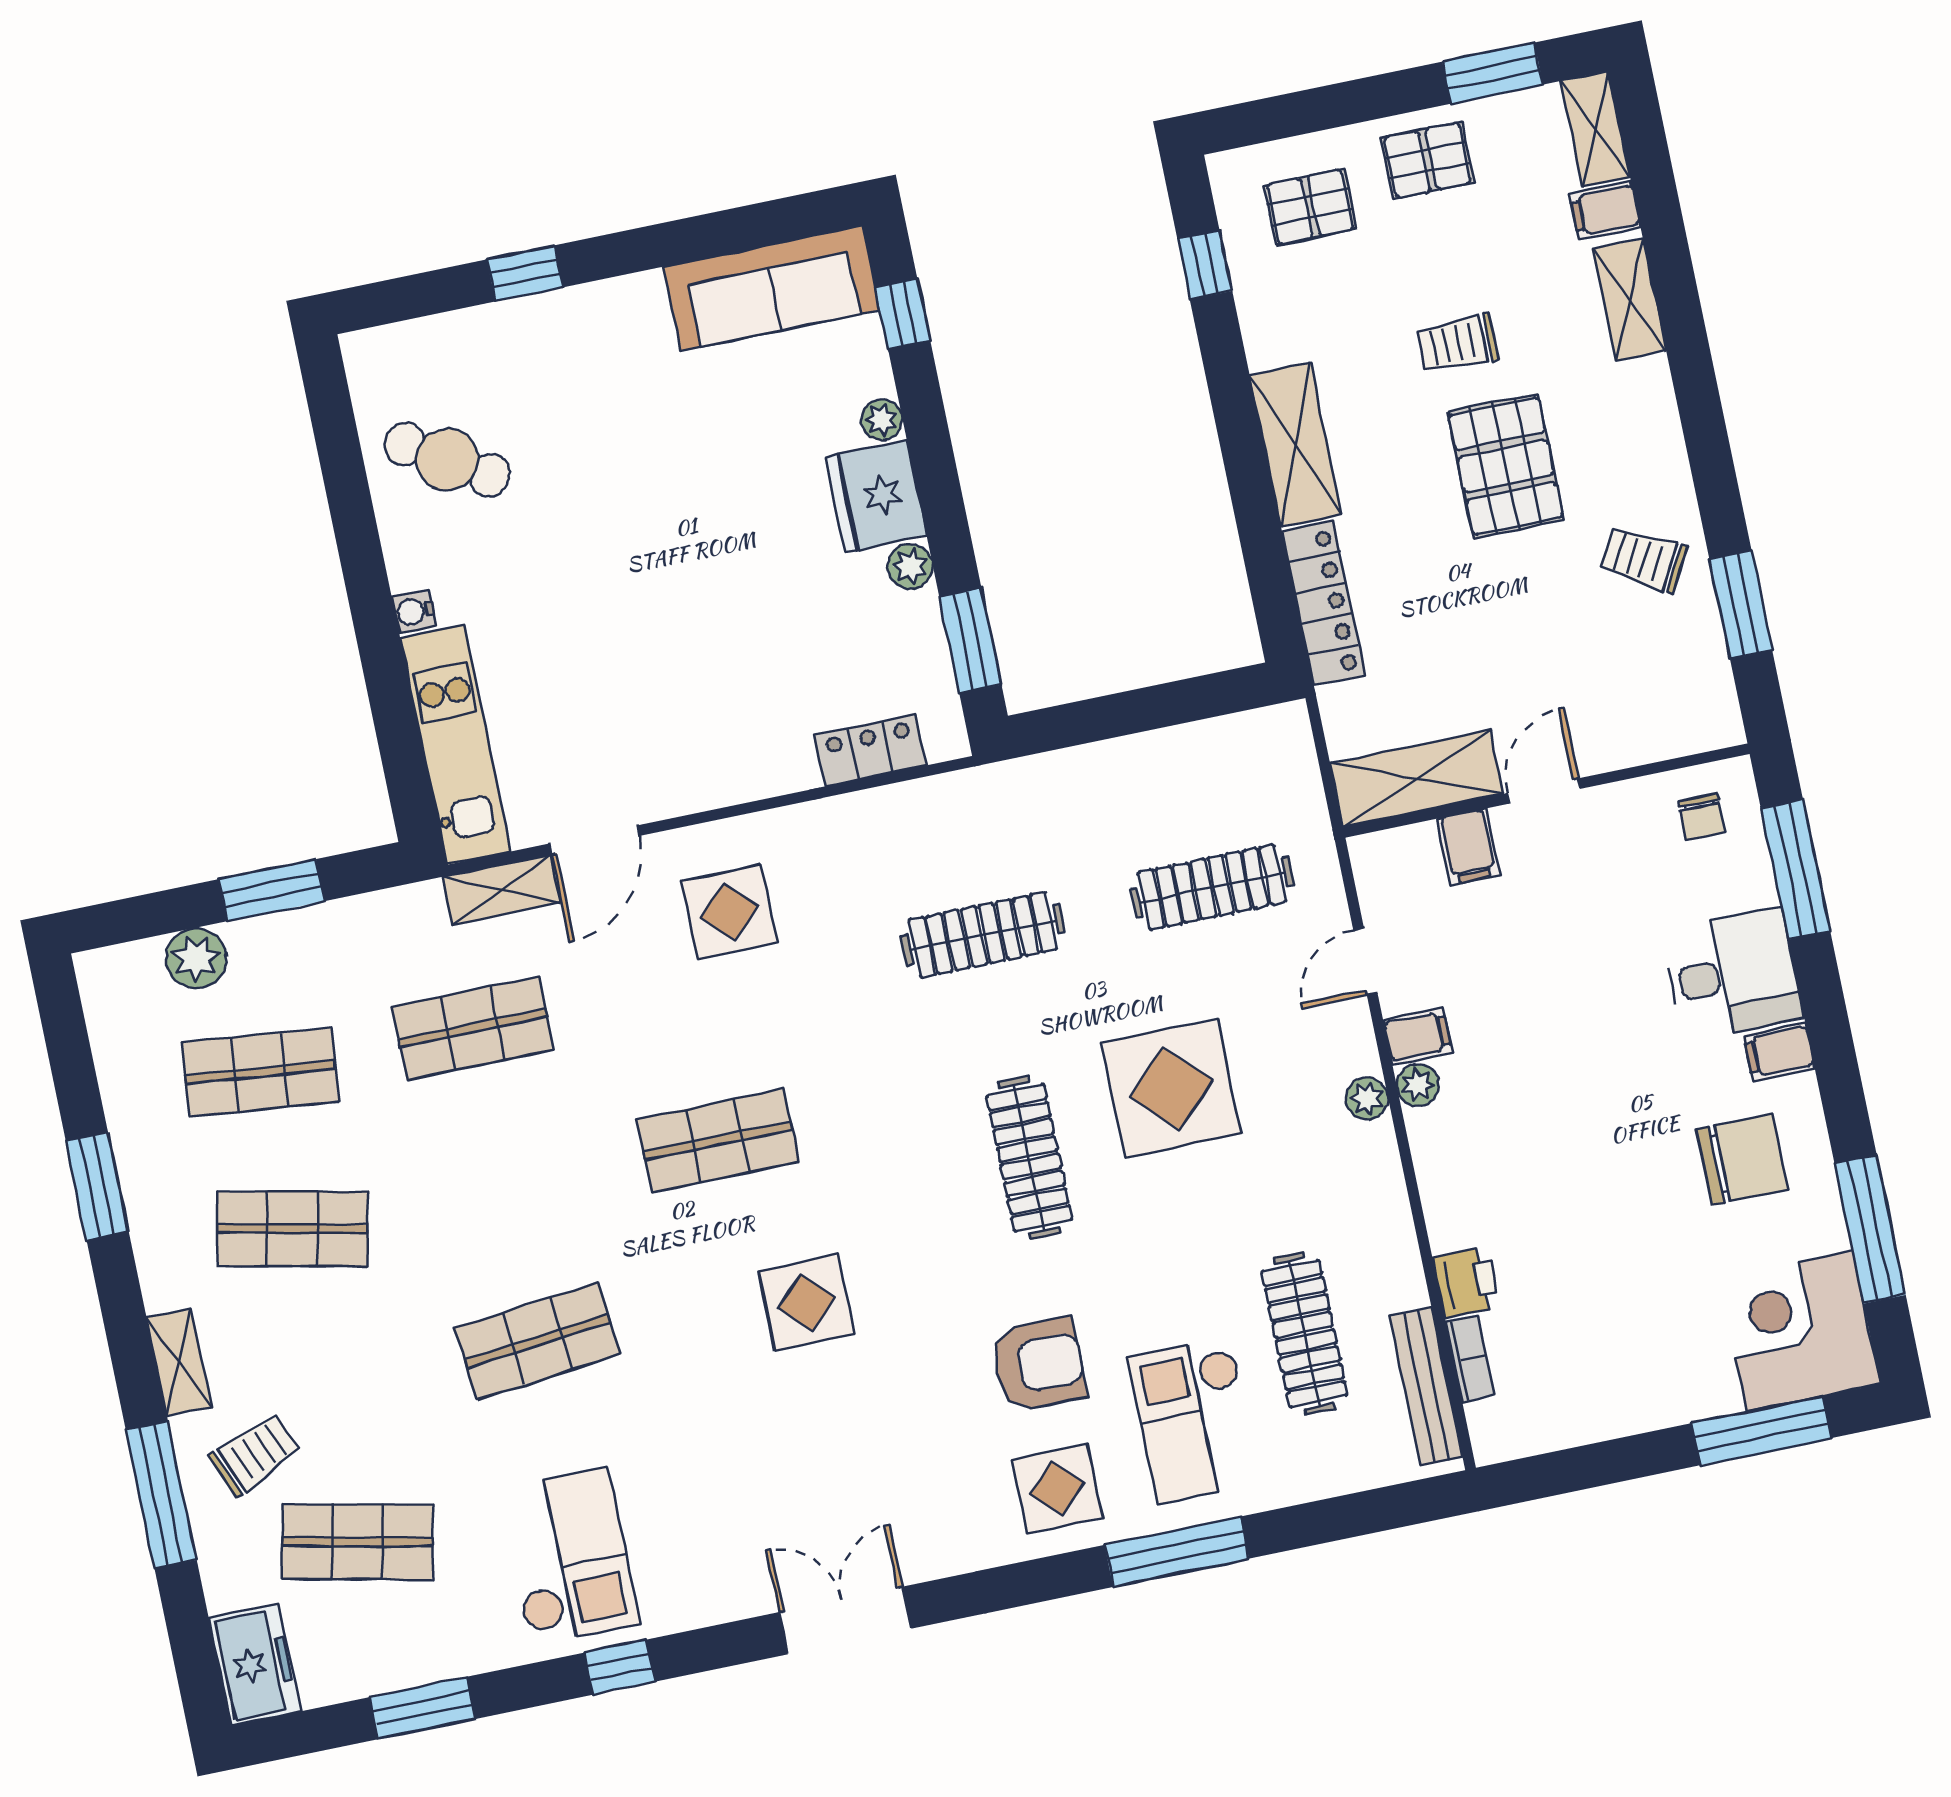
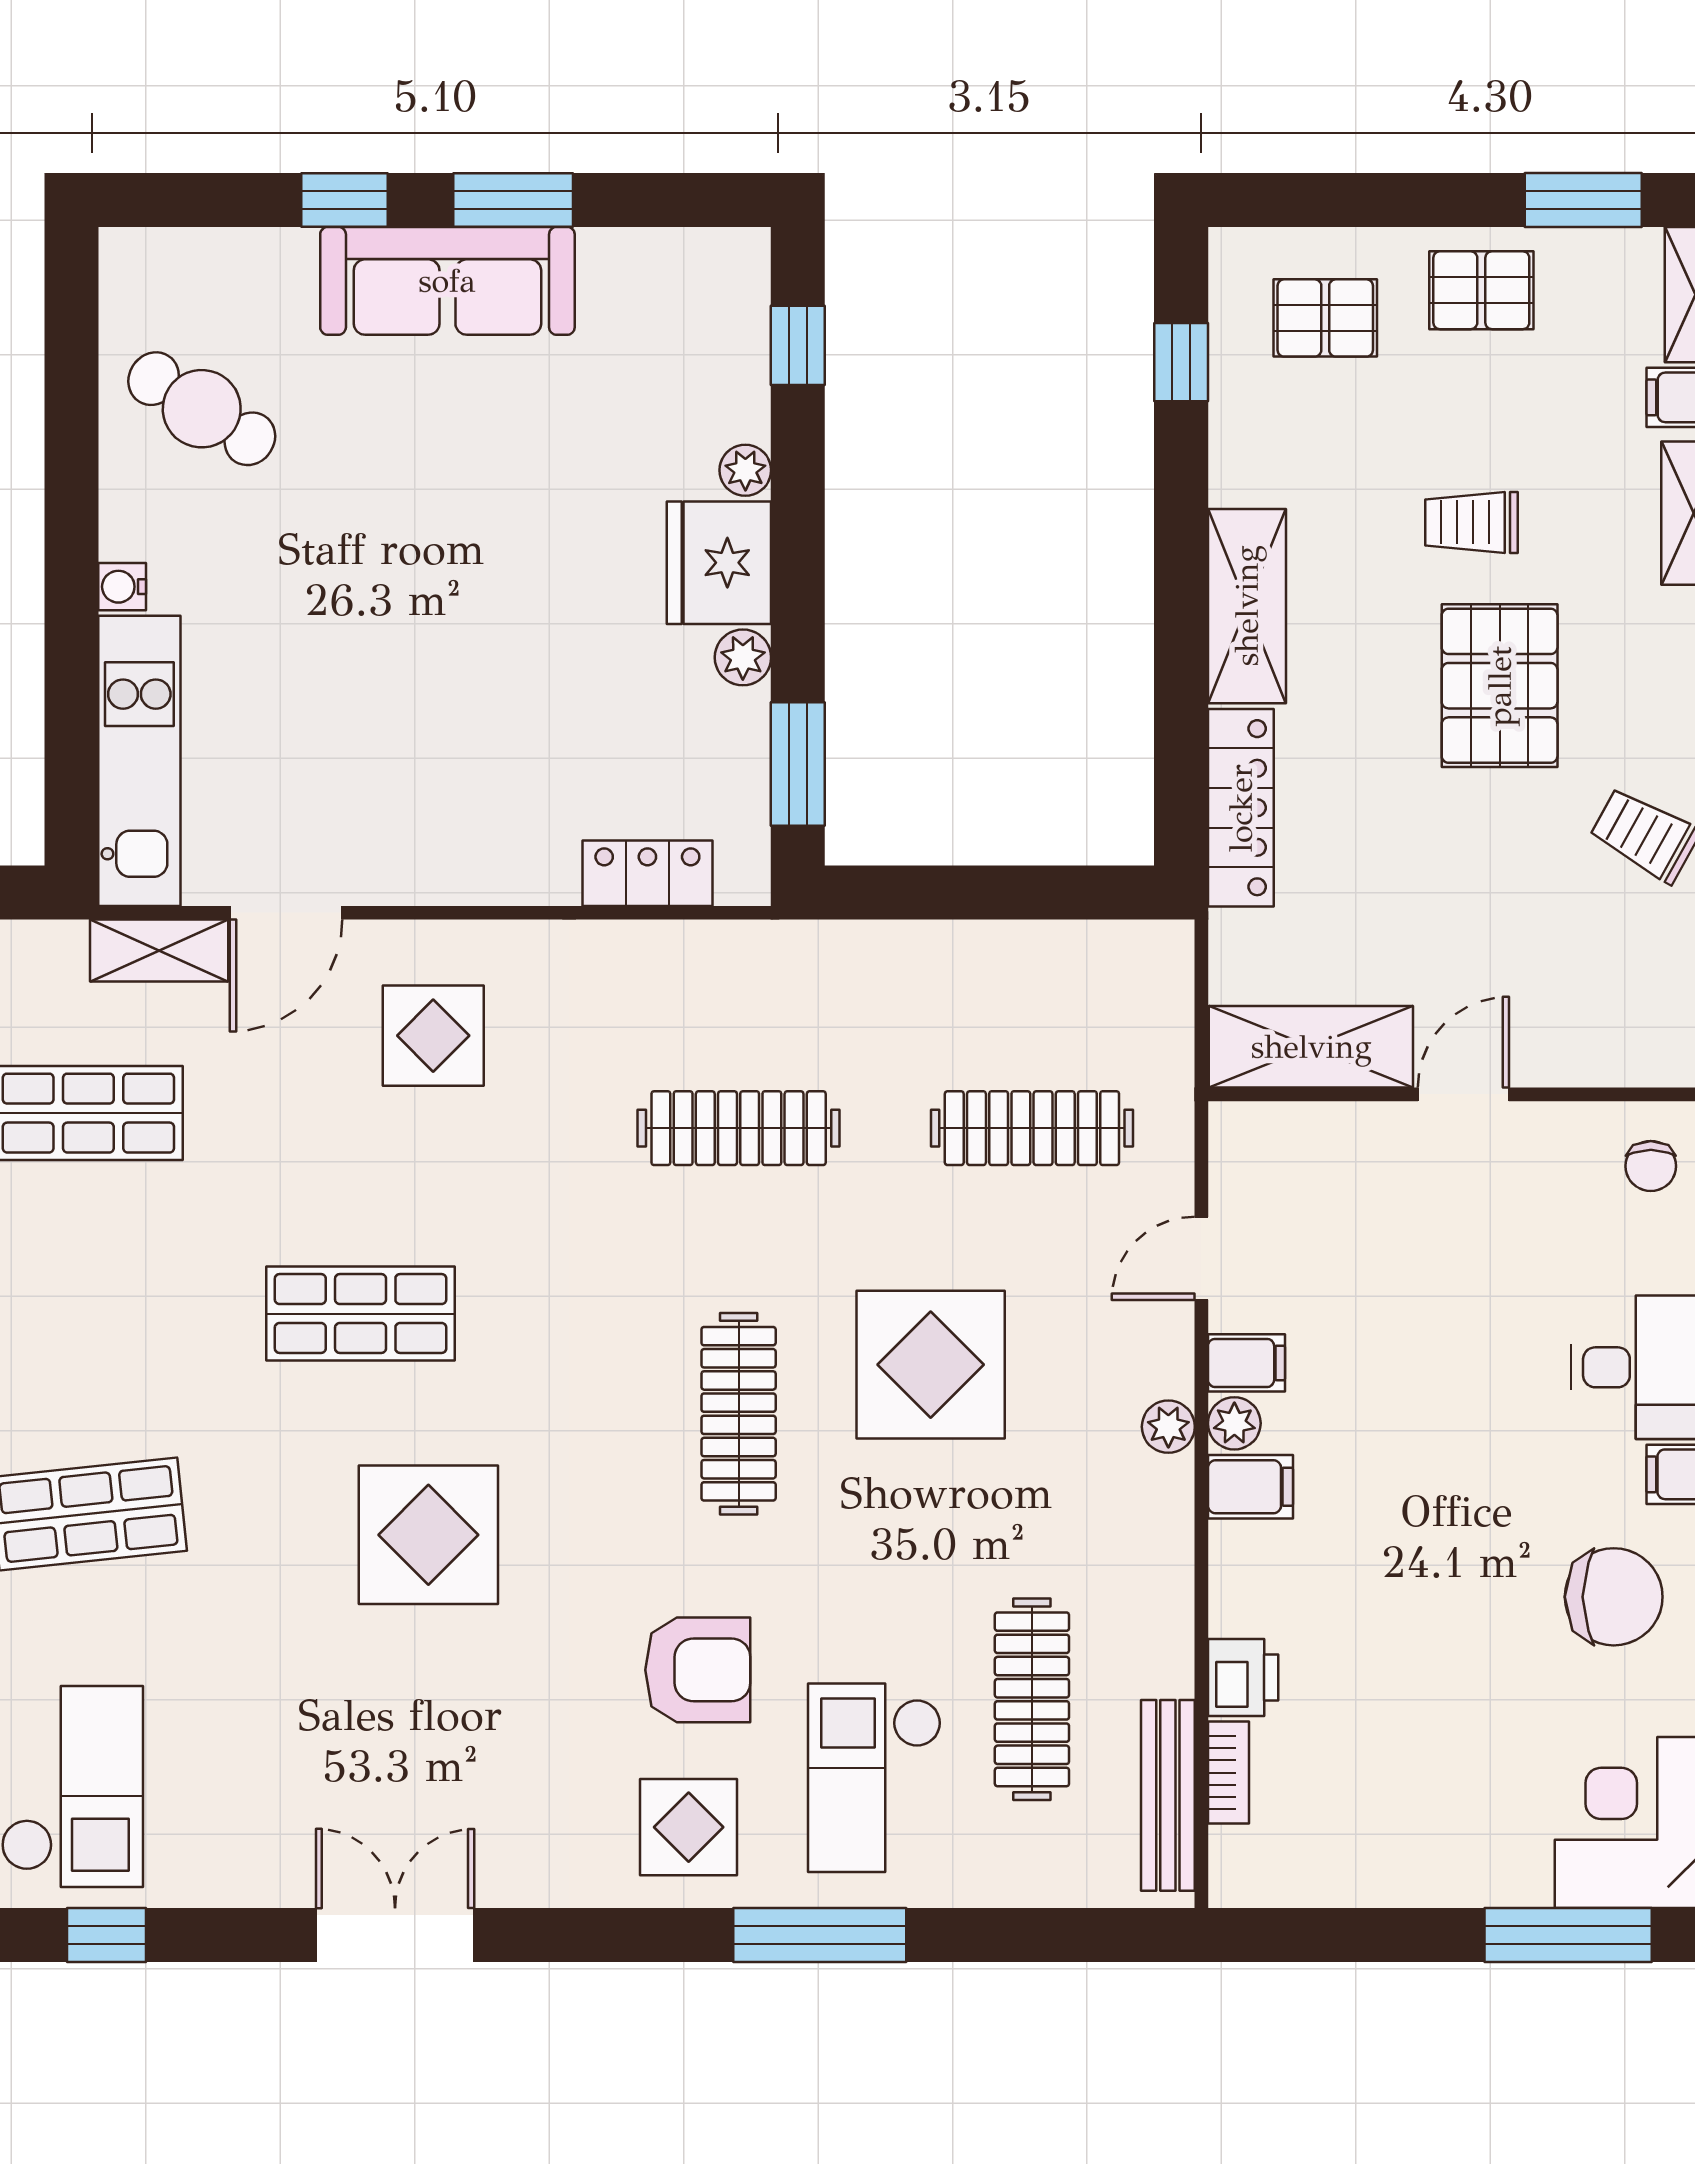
window: (657, 246) -> (513, 200), added
sofa: (772, 288) -> (447, 281), moved
filing cabinet: (1468, 847) -> (1250, 1487), moved, turned -90
display table: (806, 1302) -> (428, 1535), width x1.36, depth x1.36

